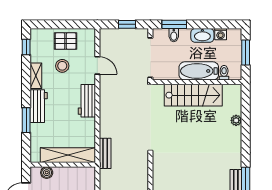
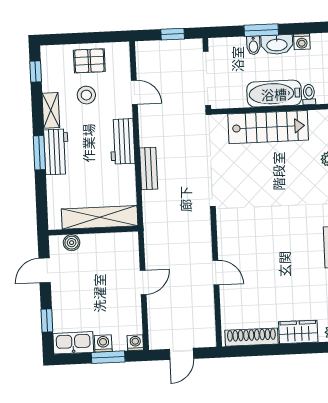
window: (174, 24) -> (261, 30), moved
bidet: (174, 35) -> (253, 45), moved
window: (26, 120) -> (39, 153), moved
bench: (105, 153) -> (149, 169), moved

